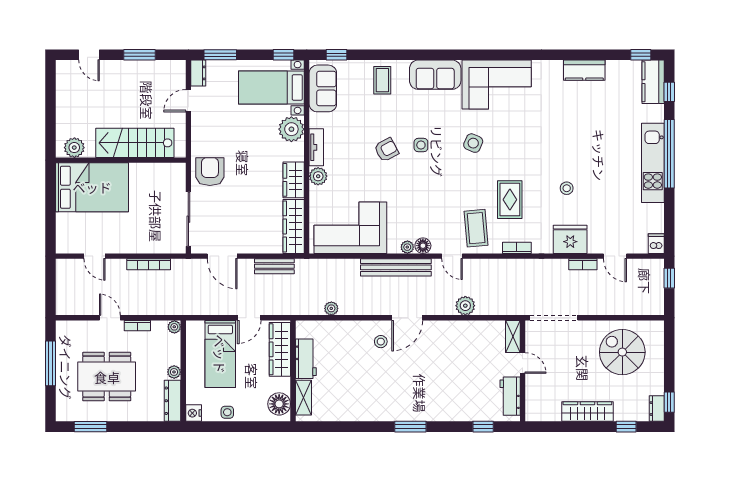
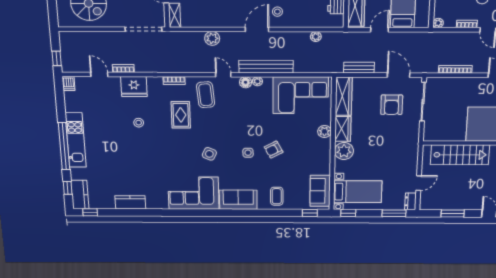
plant: (291, 129) -> (344, 151), moved
tv unit: (316, 147) -> (325, 151), removed
armchair: (210, 172) -> (392, 105), moved

